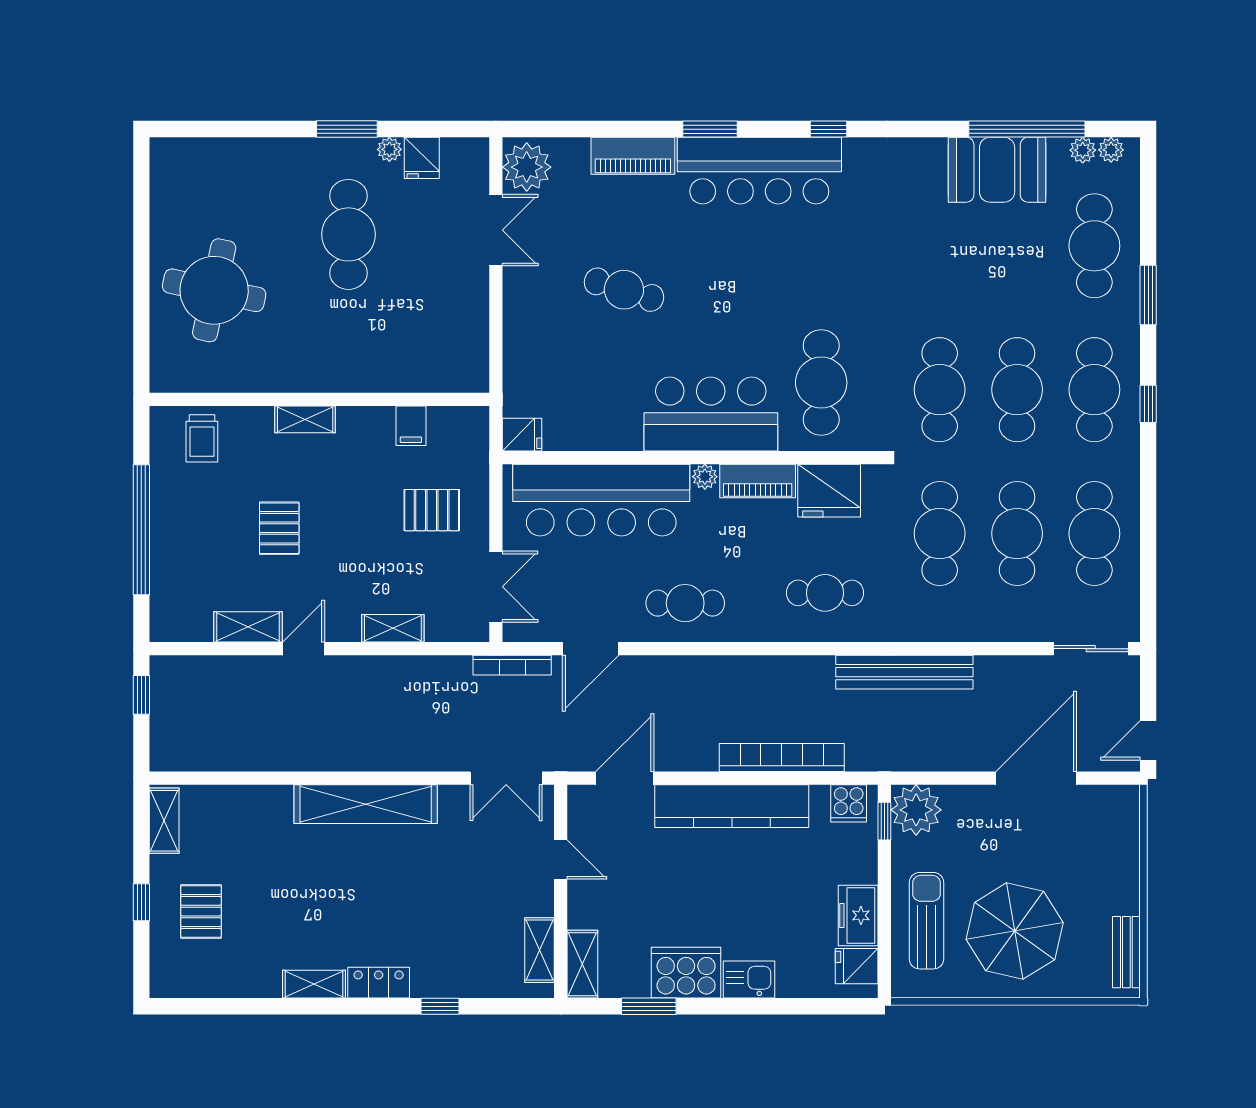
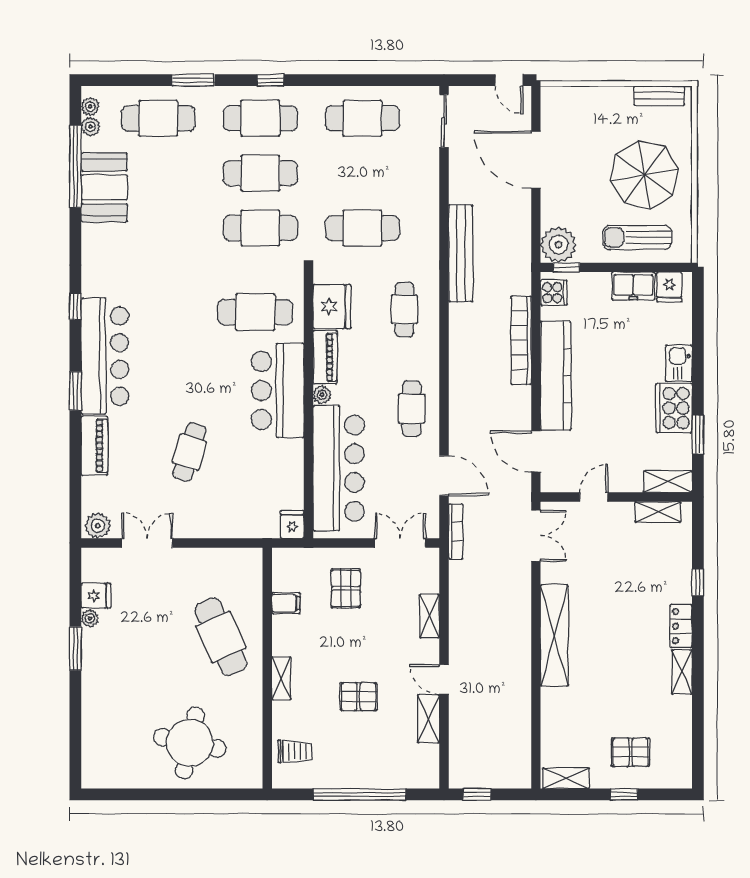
plant: (527, 167) -> (98, 526), width x0.73, depth x0.73
cafe table: (348, 234) -> (221, 637), moved, turned 66
cafe table: (1017, 534) -> (362, 173), removed

